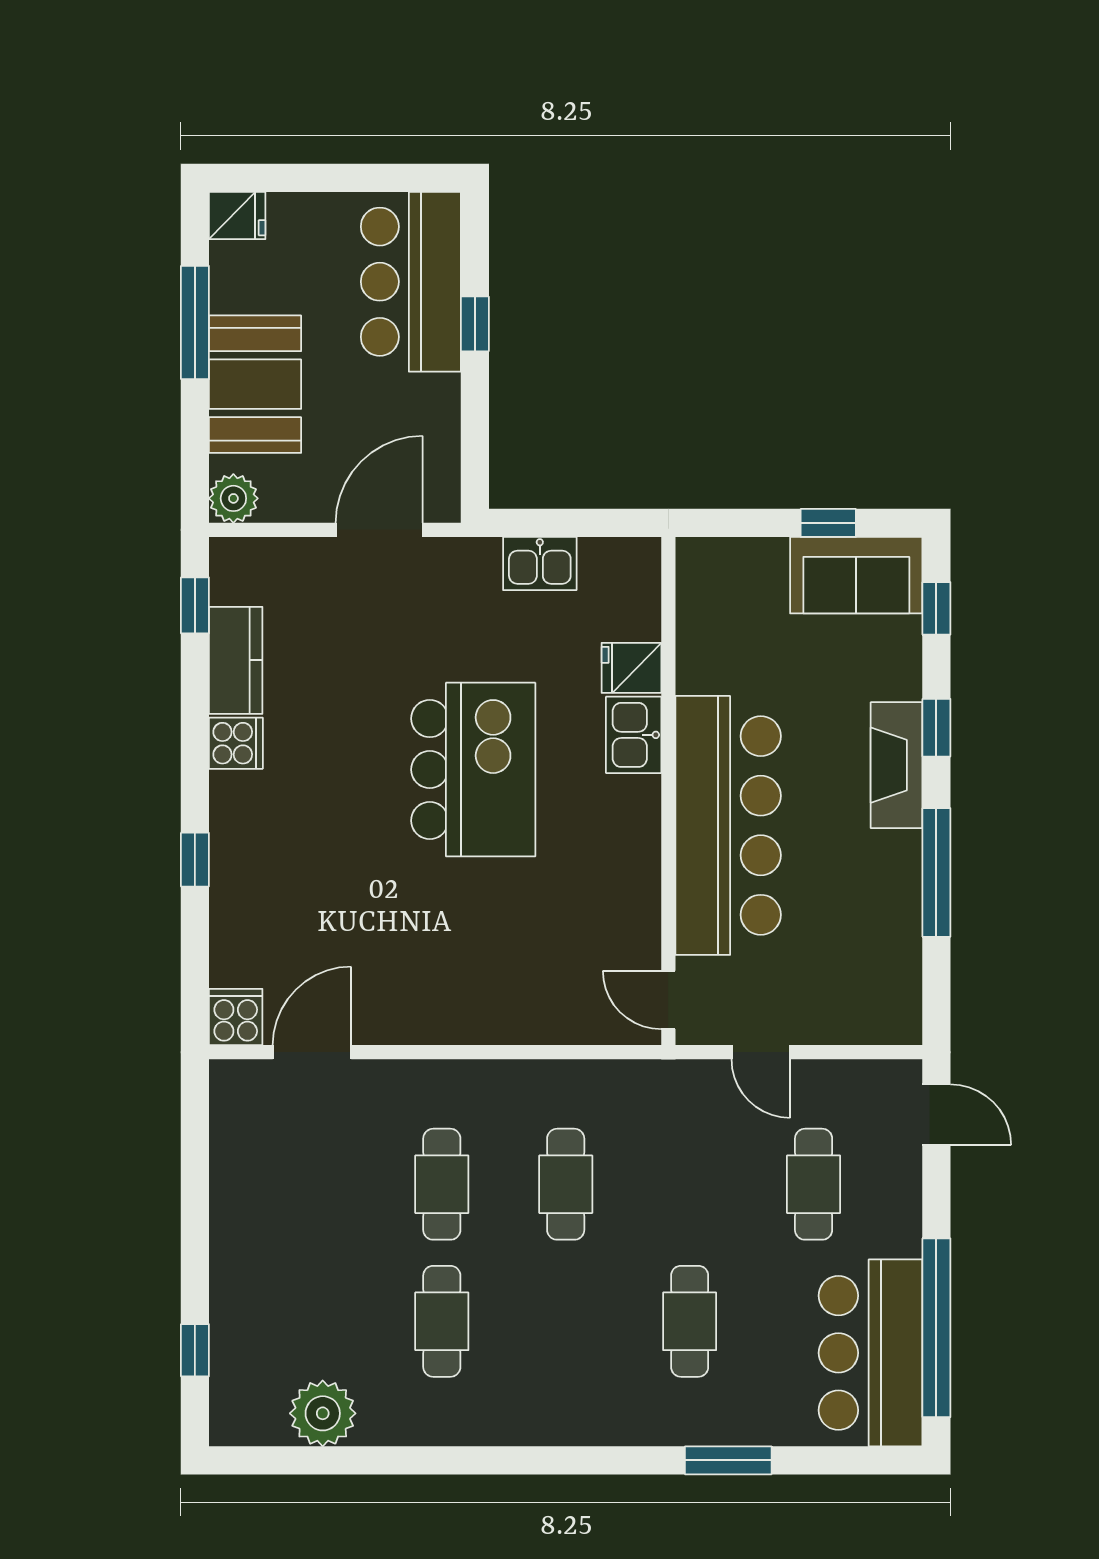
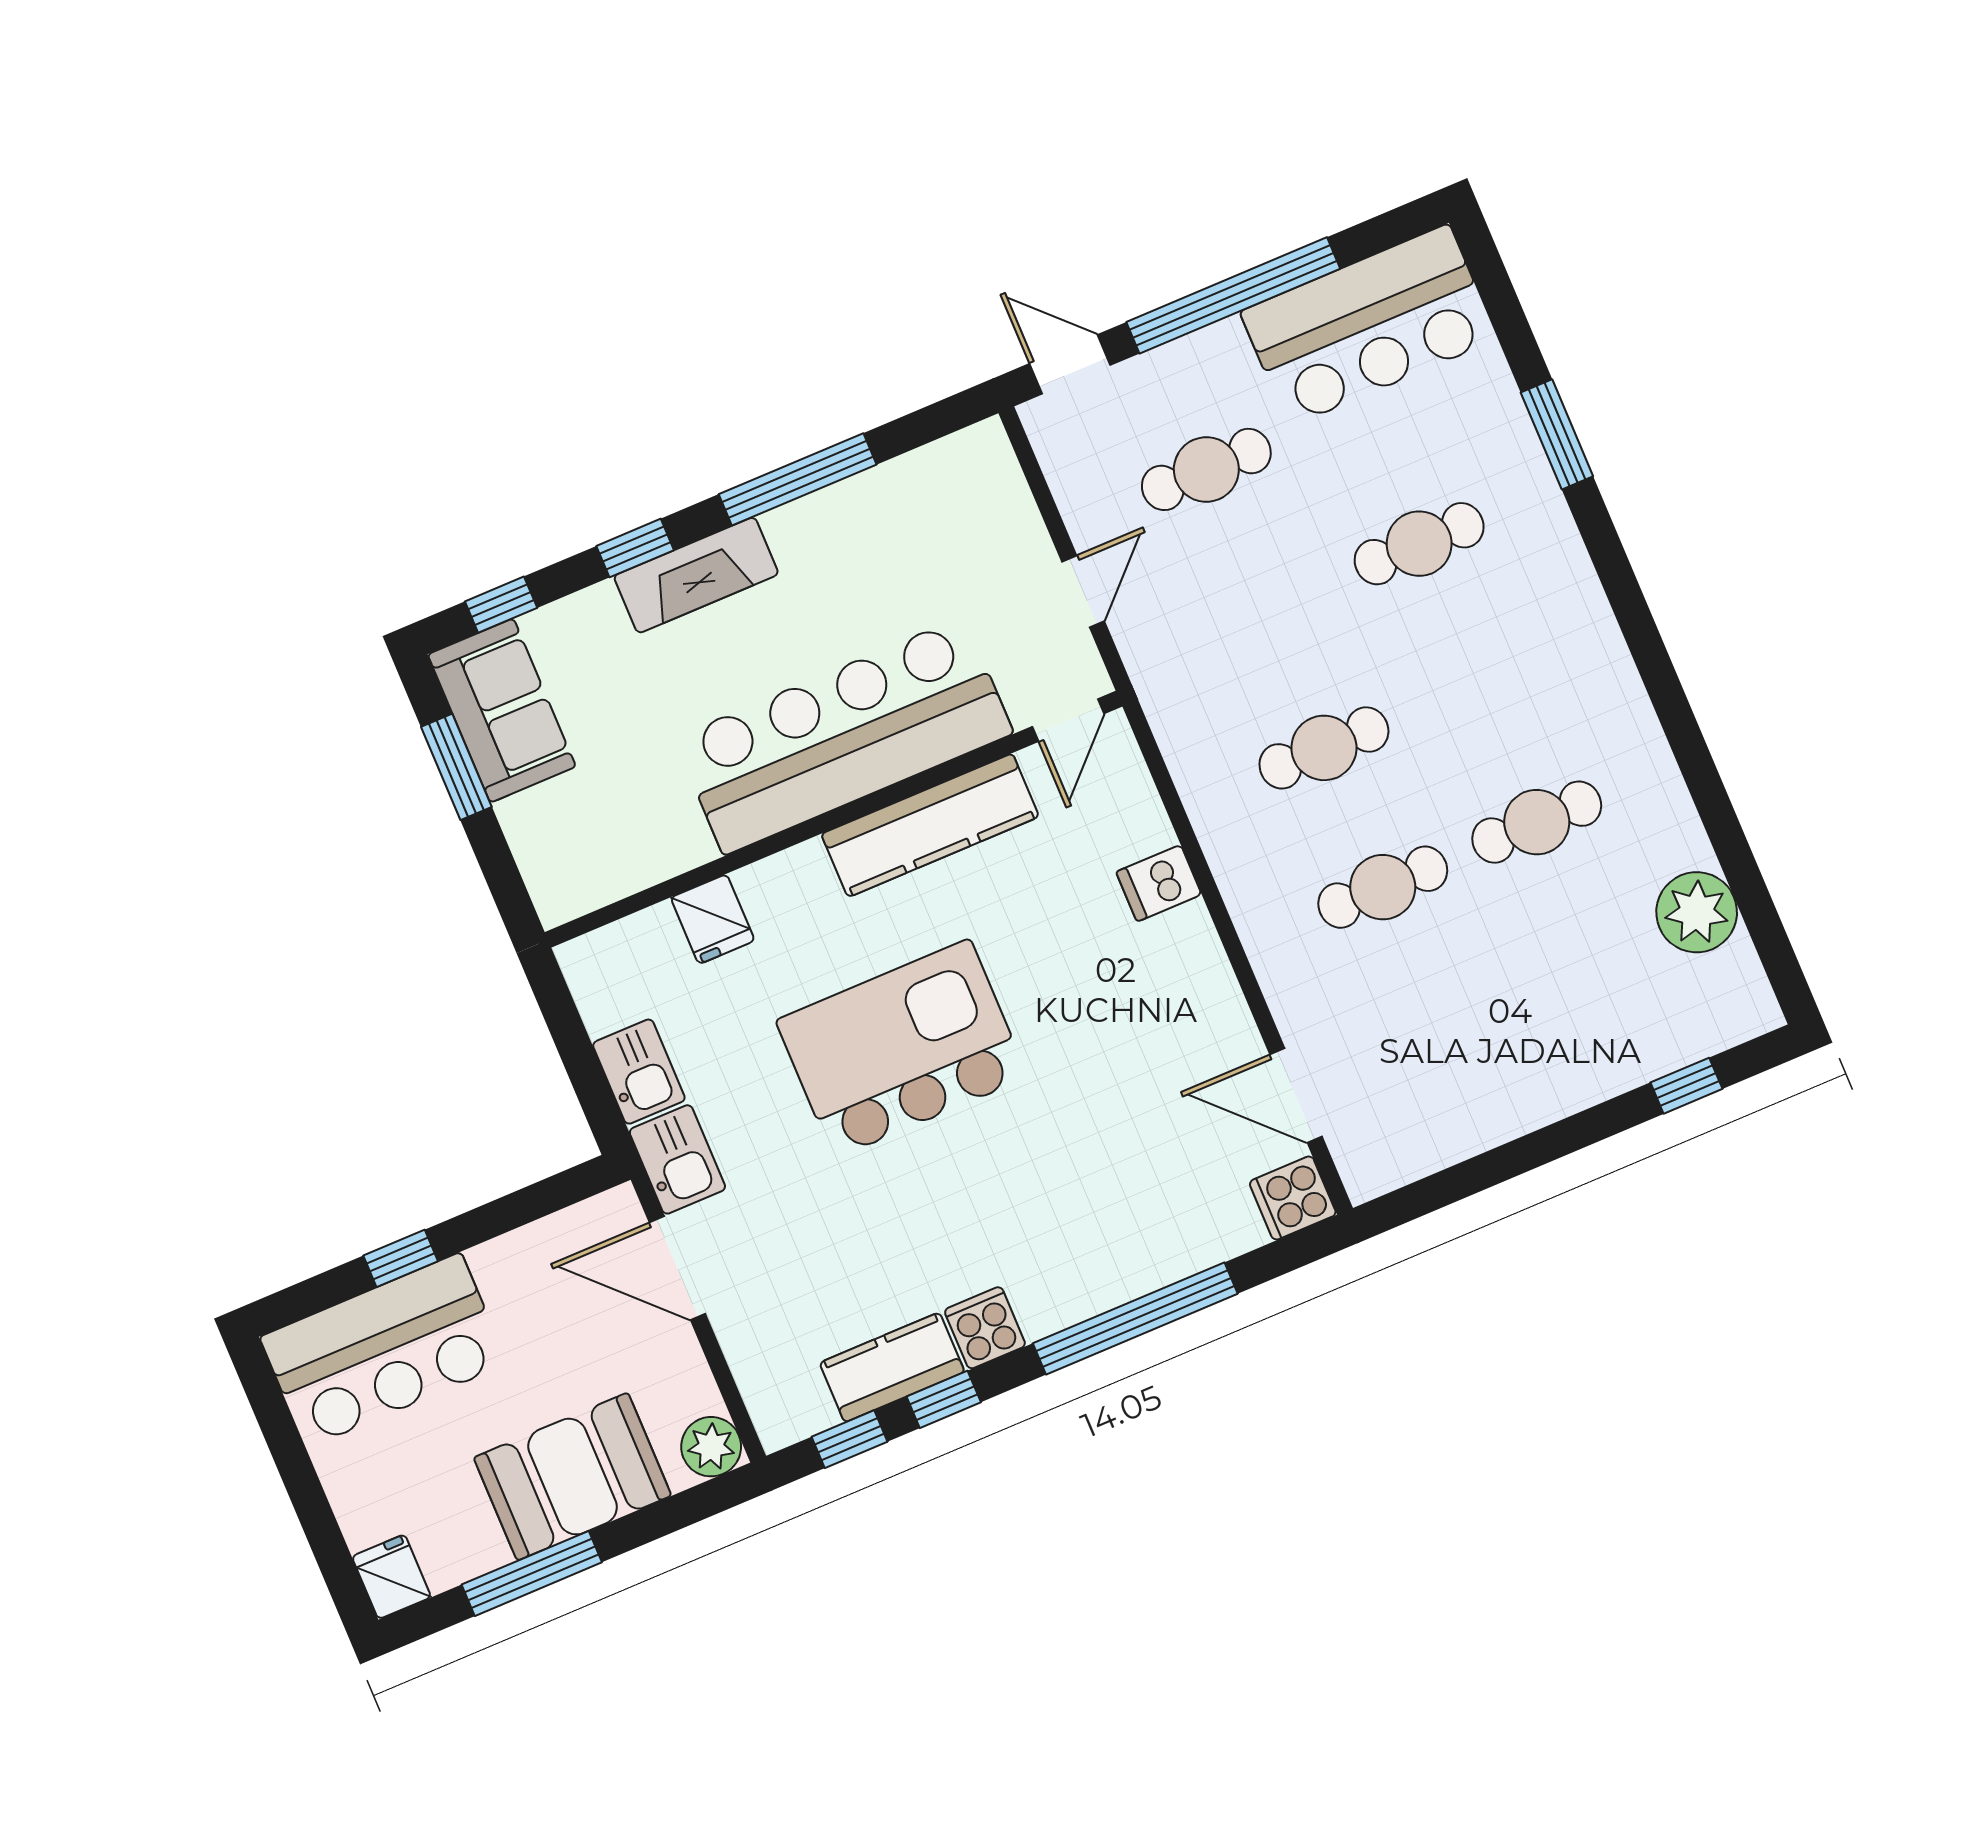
window: (828, 523) -> (456, 767), width x1.50
window: (195, 689) -> (944, 1399), added
kitchen sink: (634, 735) -> (677, 1159), moved, turned -90
window: (195, 860) -> (1135, 1319), width x3.17
kitchen counter: (633, 862) -> (930, 825), added
dishwasher: (516, 1016) -> (1159, 883), added
door: (936, 1115) -> (1070, 364), hinge flipped
window: (936, 1328) -> (1233, 295), moved

